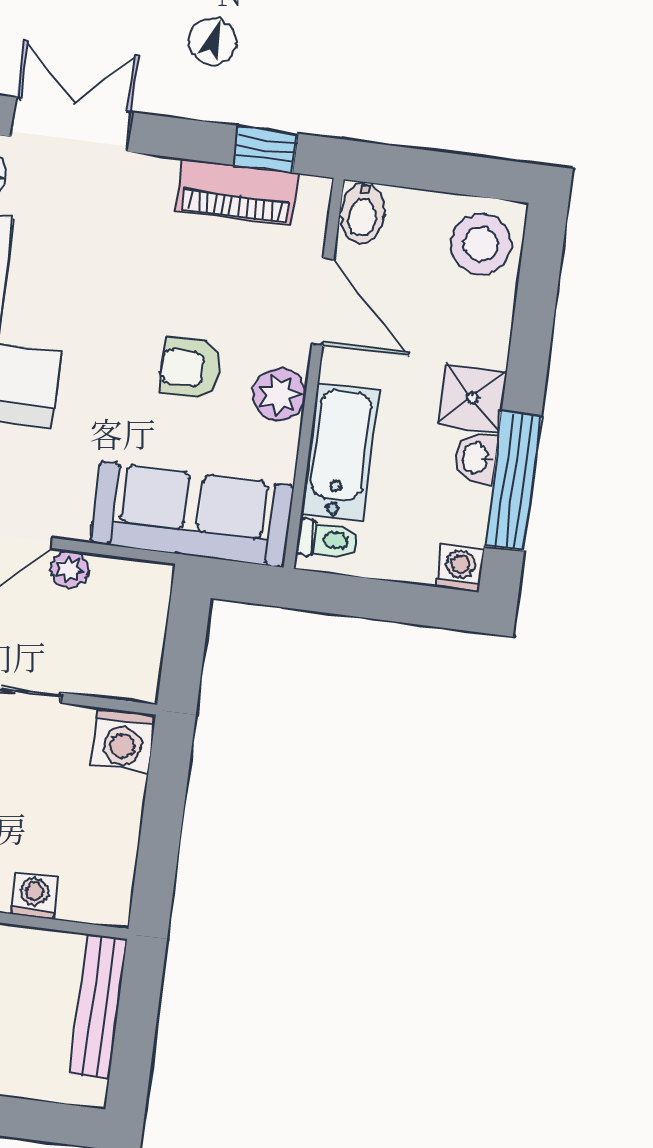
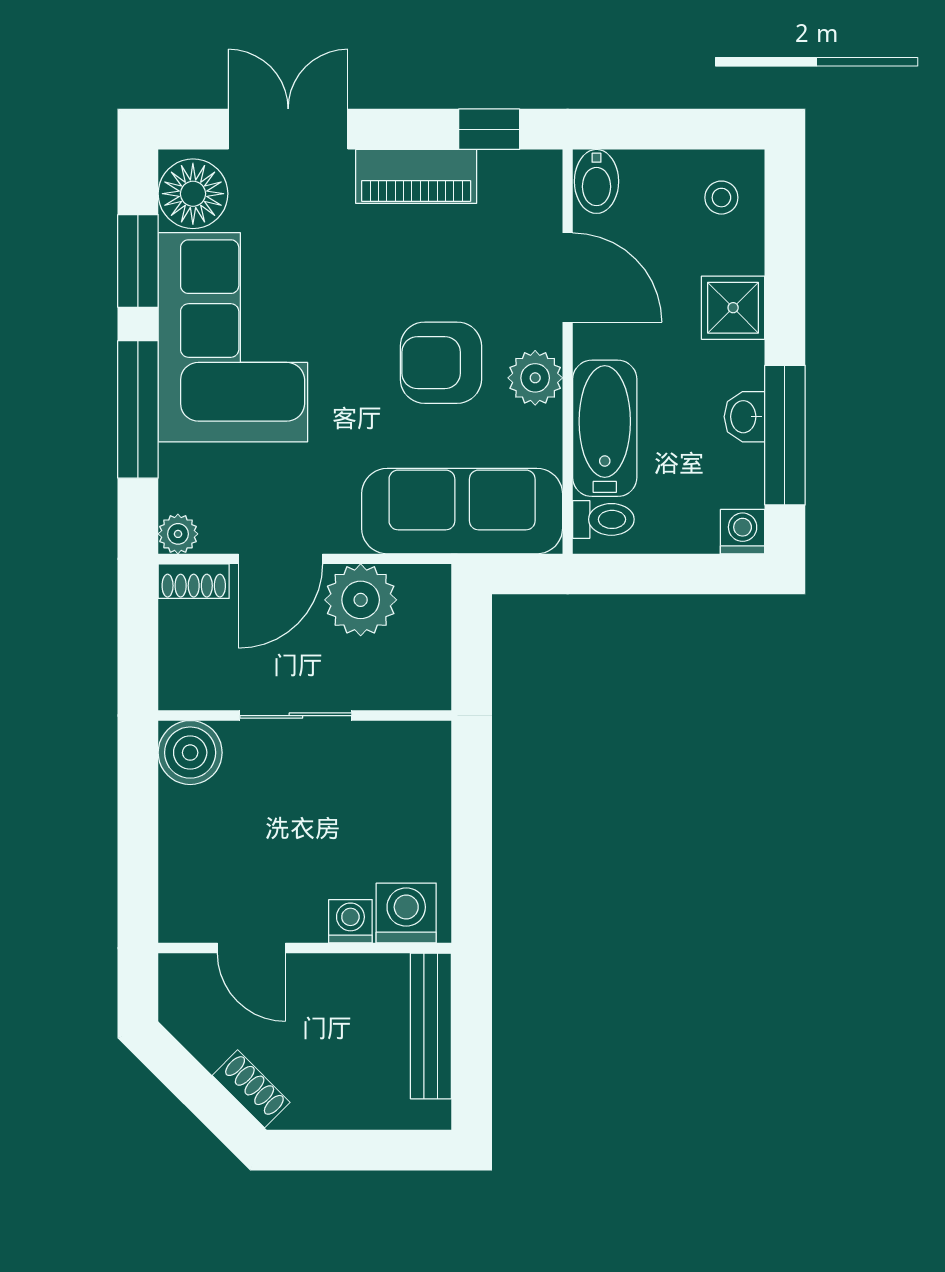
piano: (237, 192) -> (416, 176), moved
stool: (481, 244) -> (721, 198), width x0.53, depth x0.53
armchair: (190, 368) -> (441, 363), width x1.38, depth x1.38
shower: (473, 398) -> (733, 308), moved
plant: (69, 569) -> (361, 600), width x1.88, depth x1.88
washing machine: (123, 740) -> (406, 913), moved, turned 180

